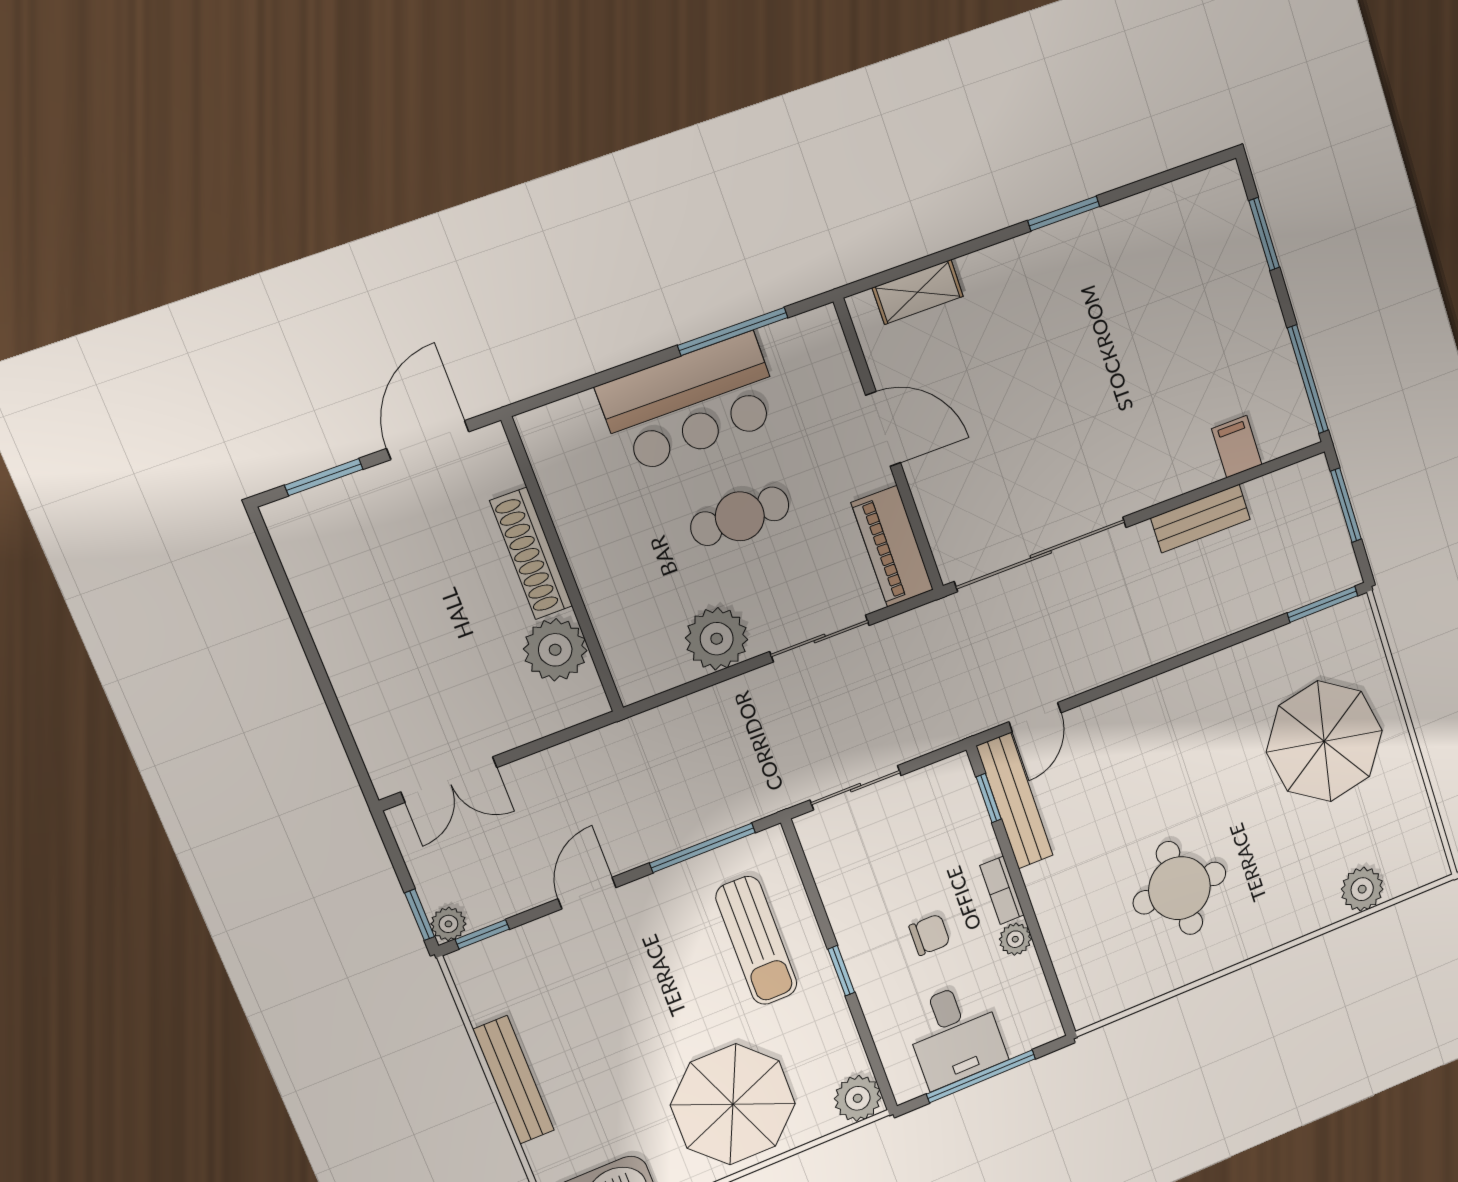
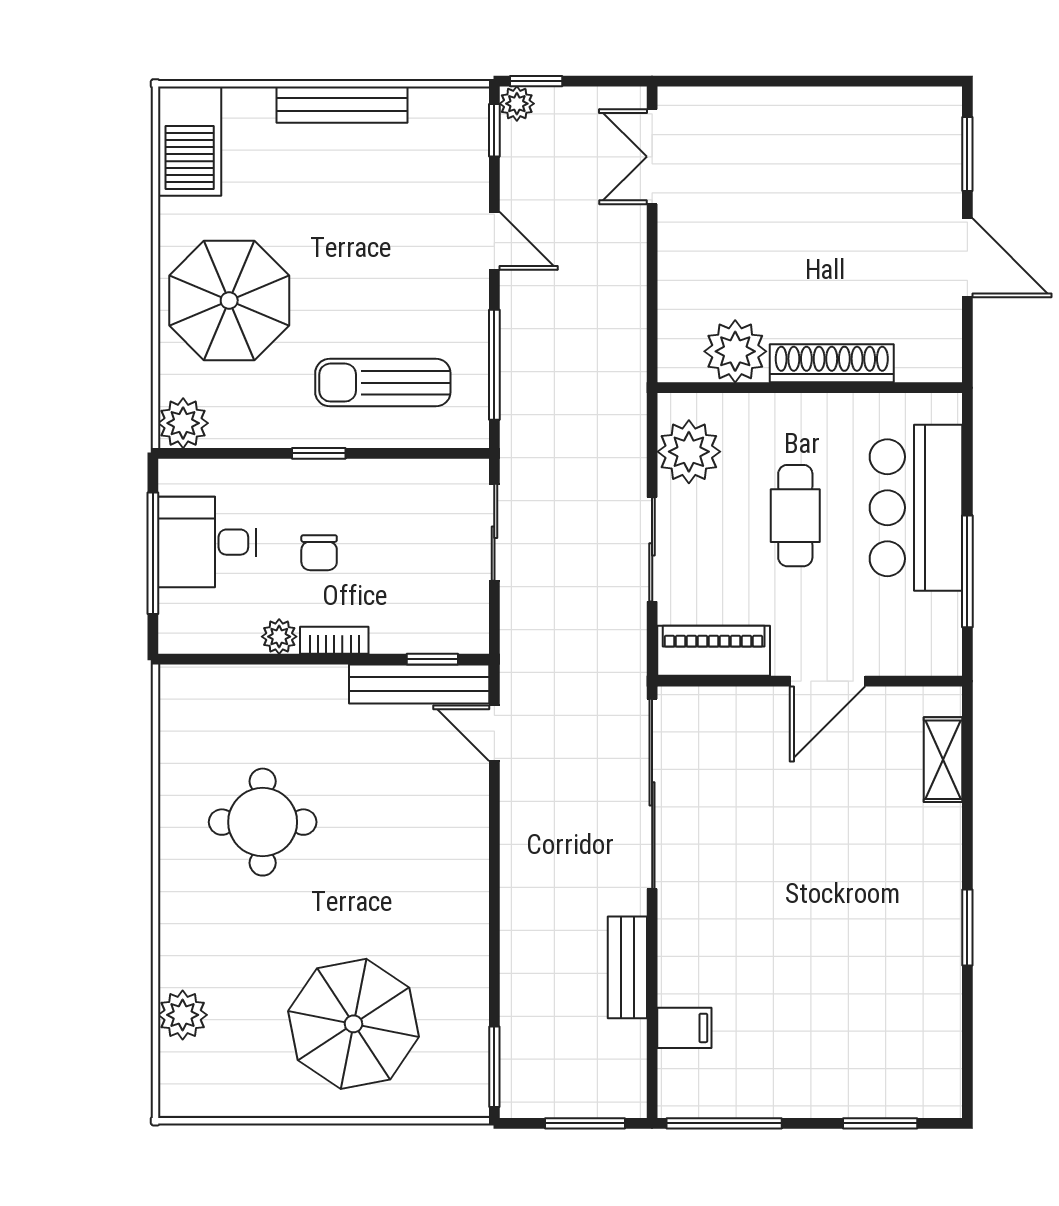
shoe rack: (531, 554) -> (832, 363), moved
wall: (563, 566) -> (810, 388), moved
plant: (555, 650) -> (735, 351), moved

